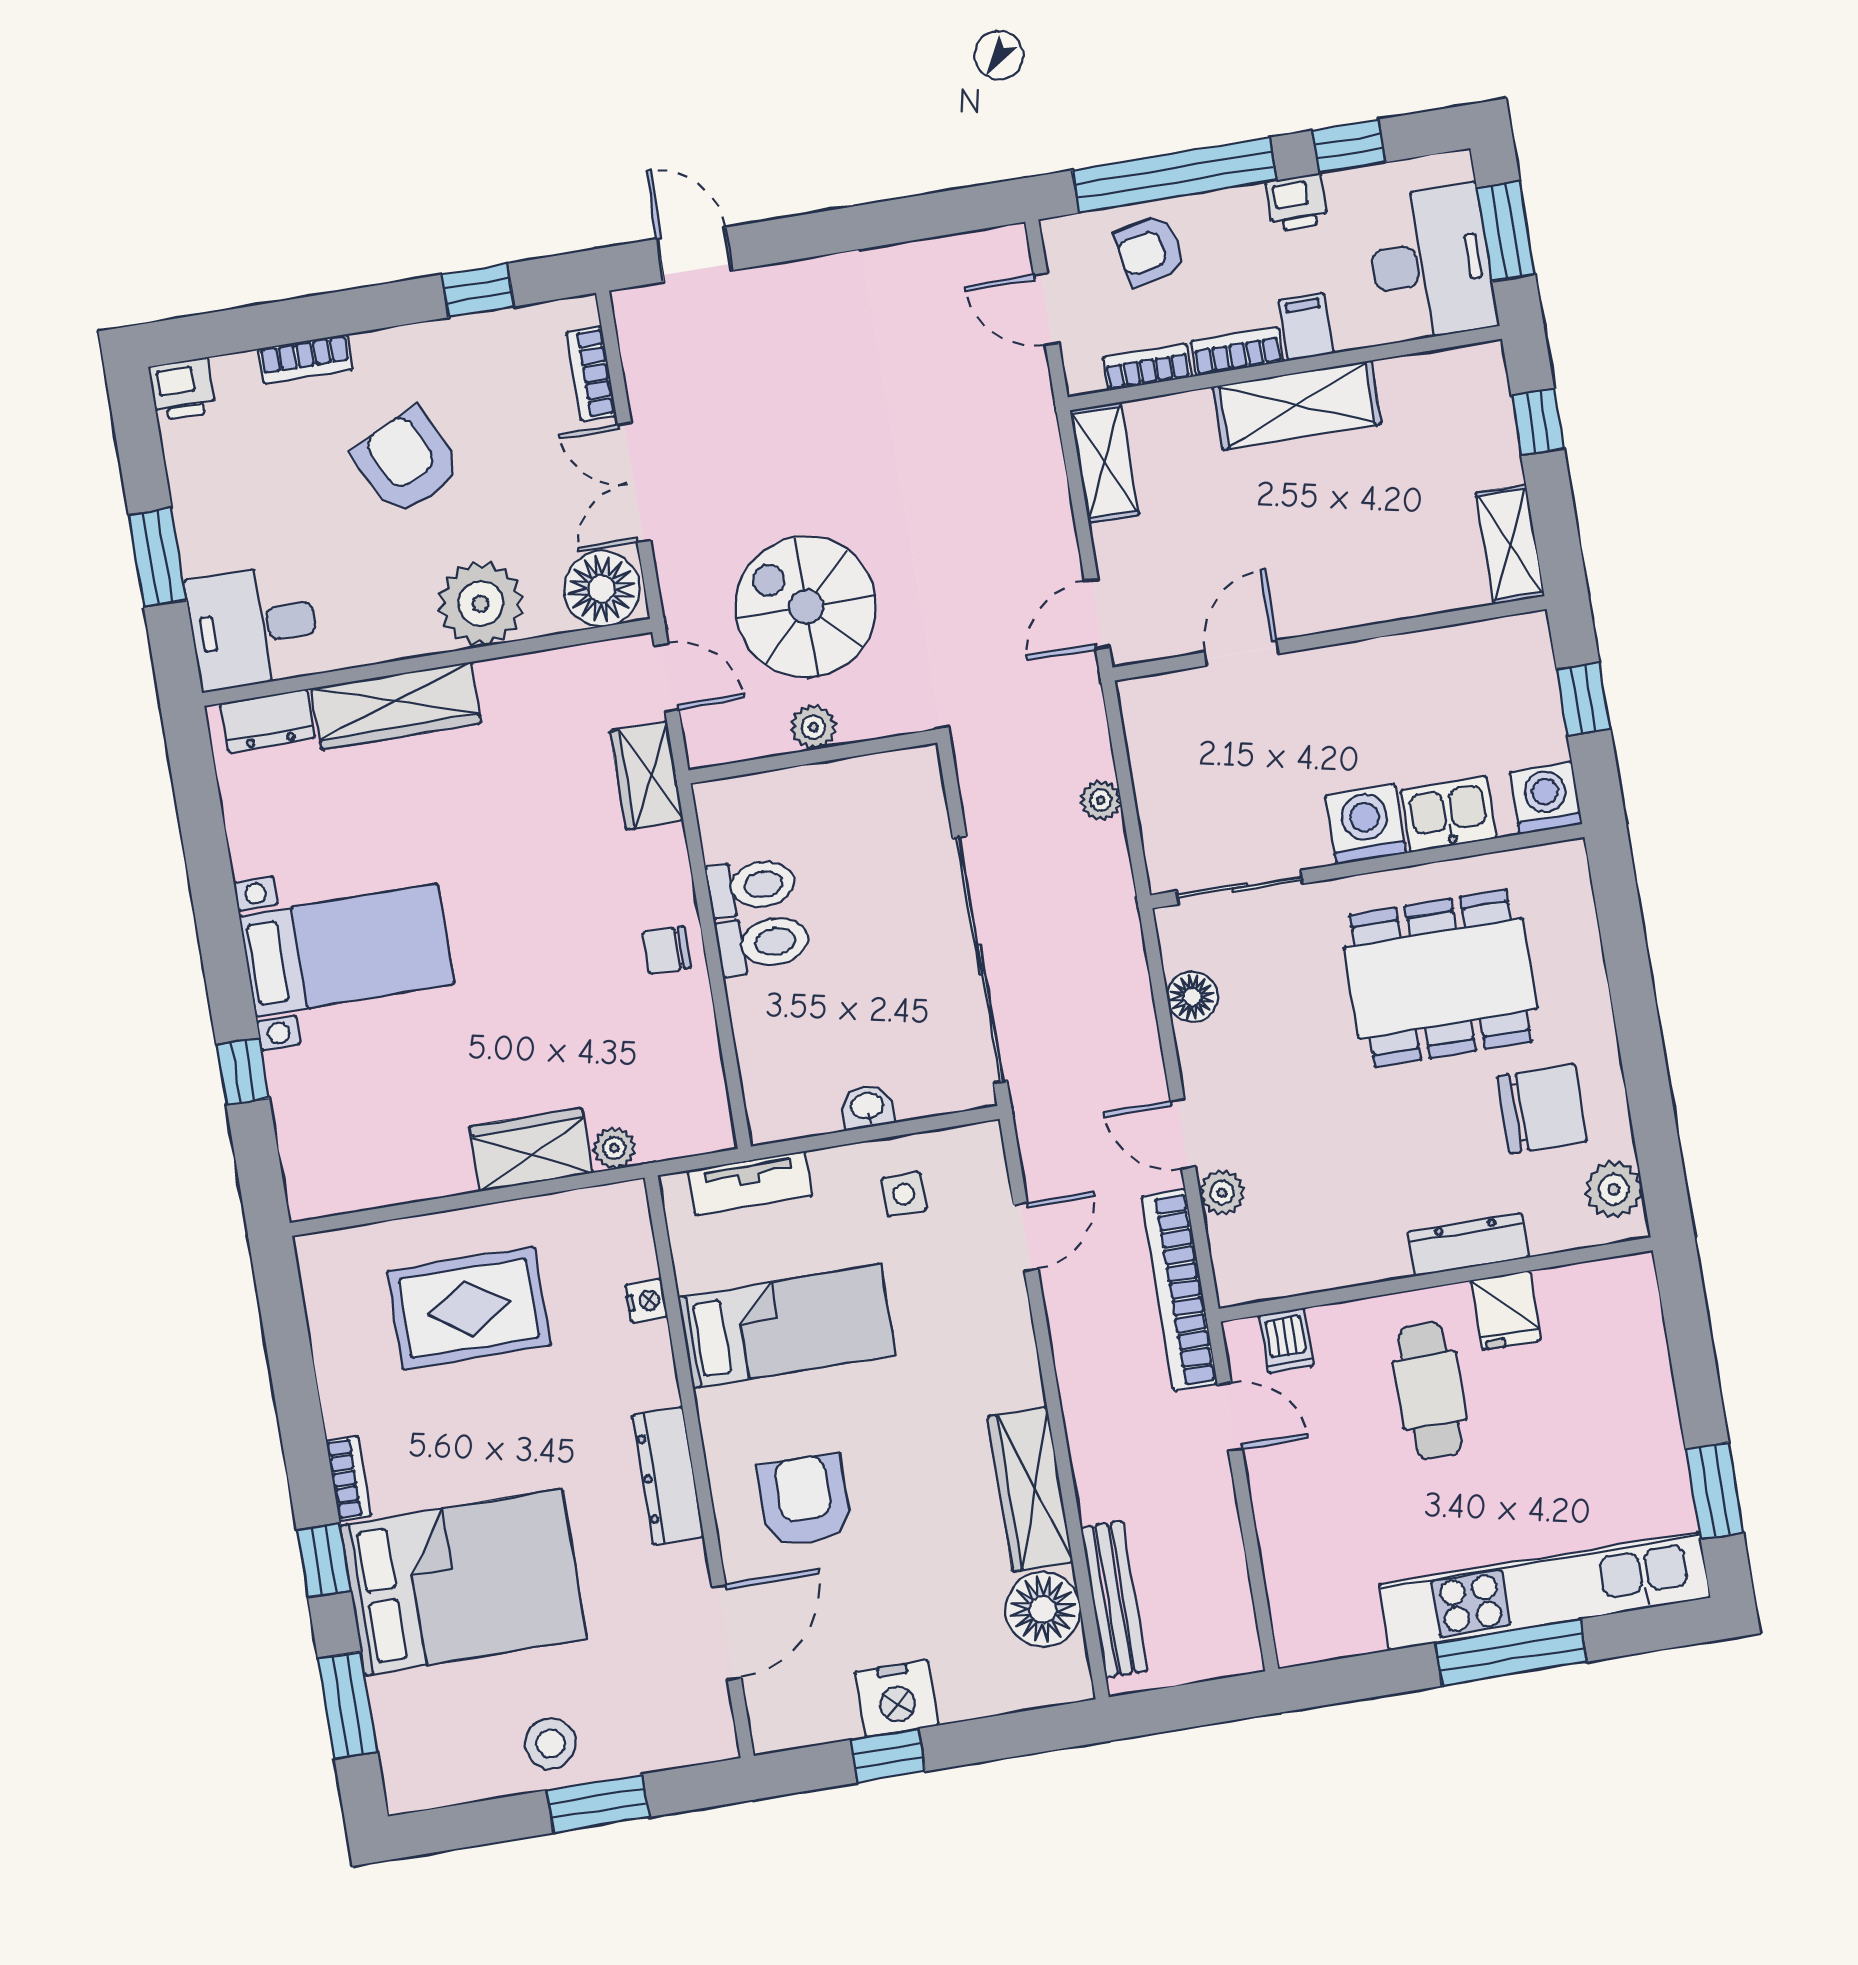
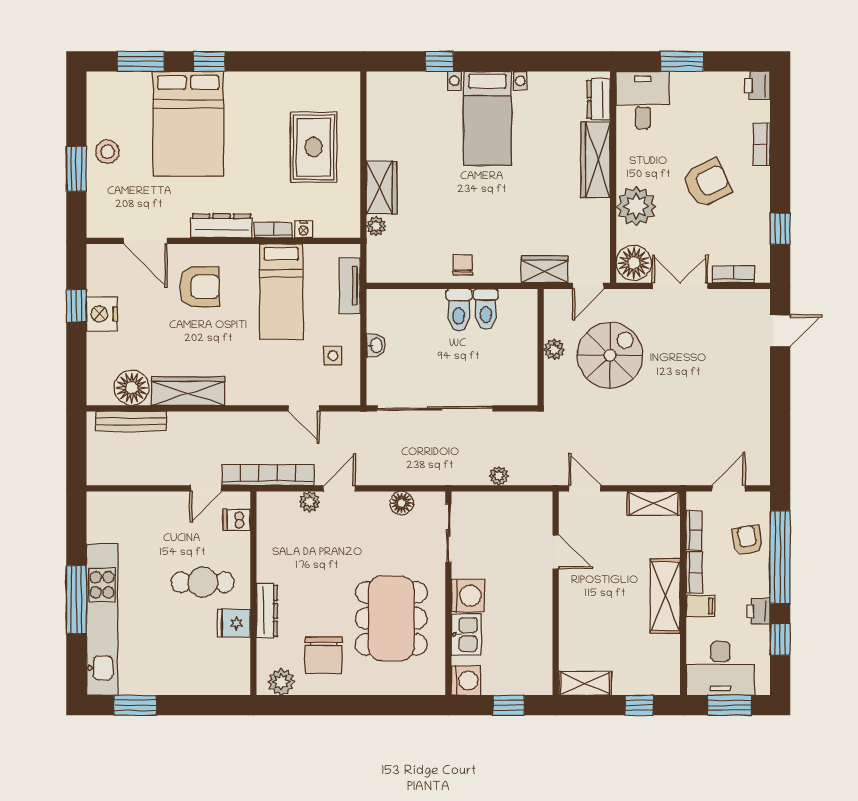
bookcase: (349, 1478) -> (273, 230), moved, turned 180

